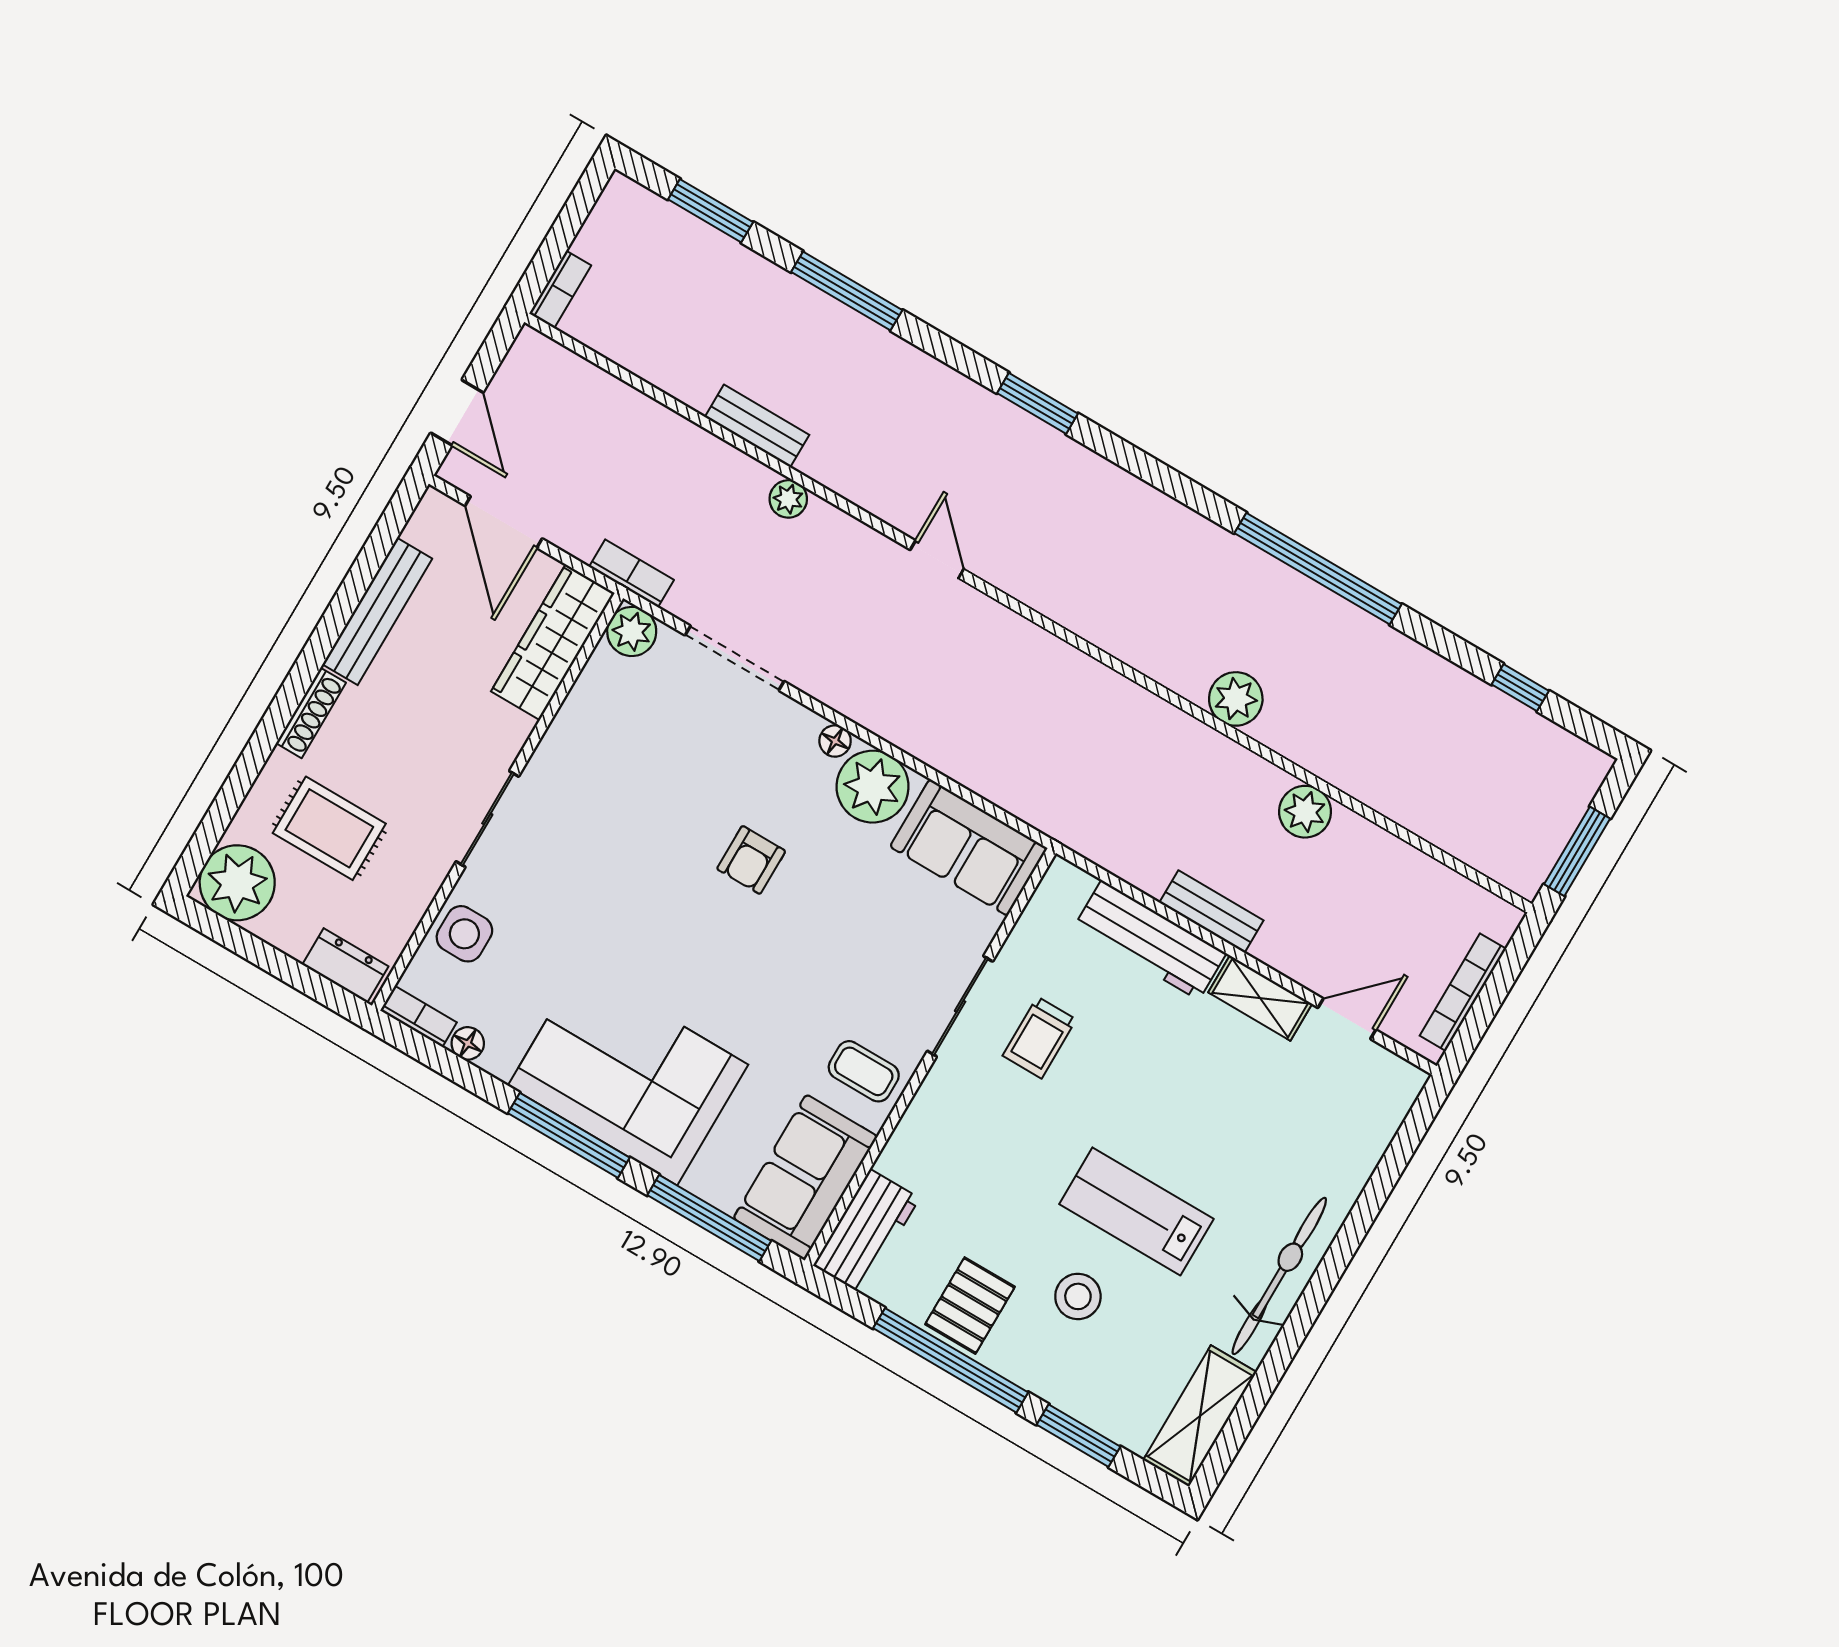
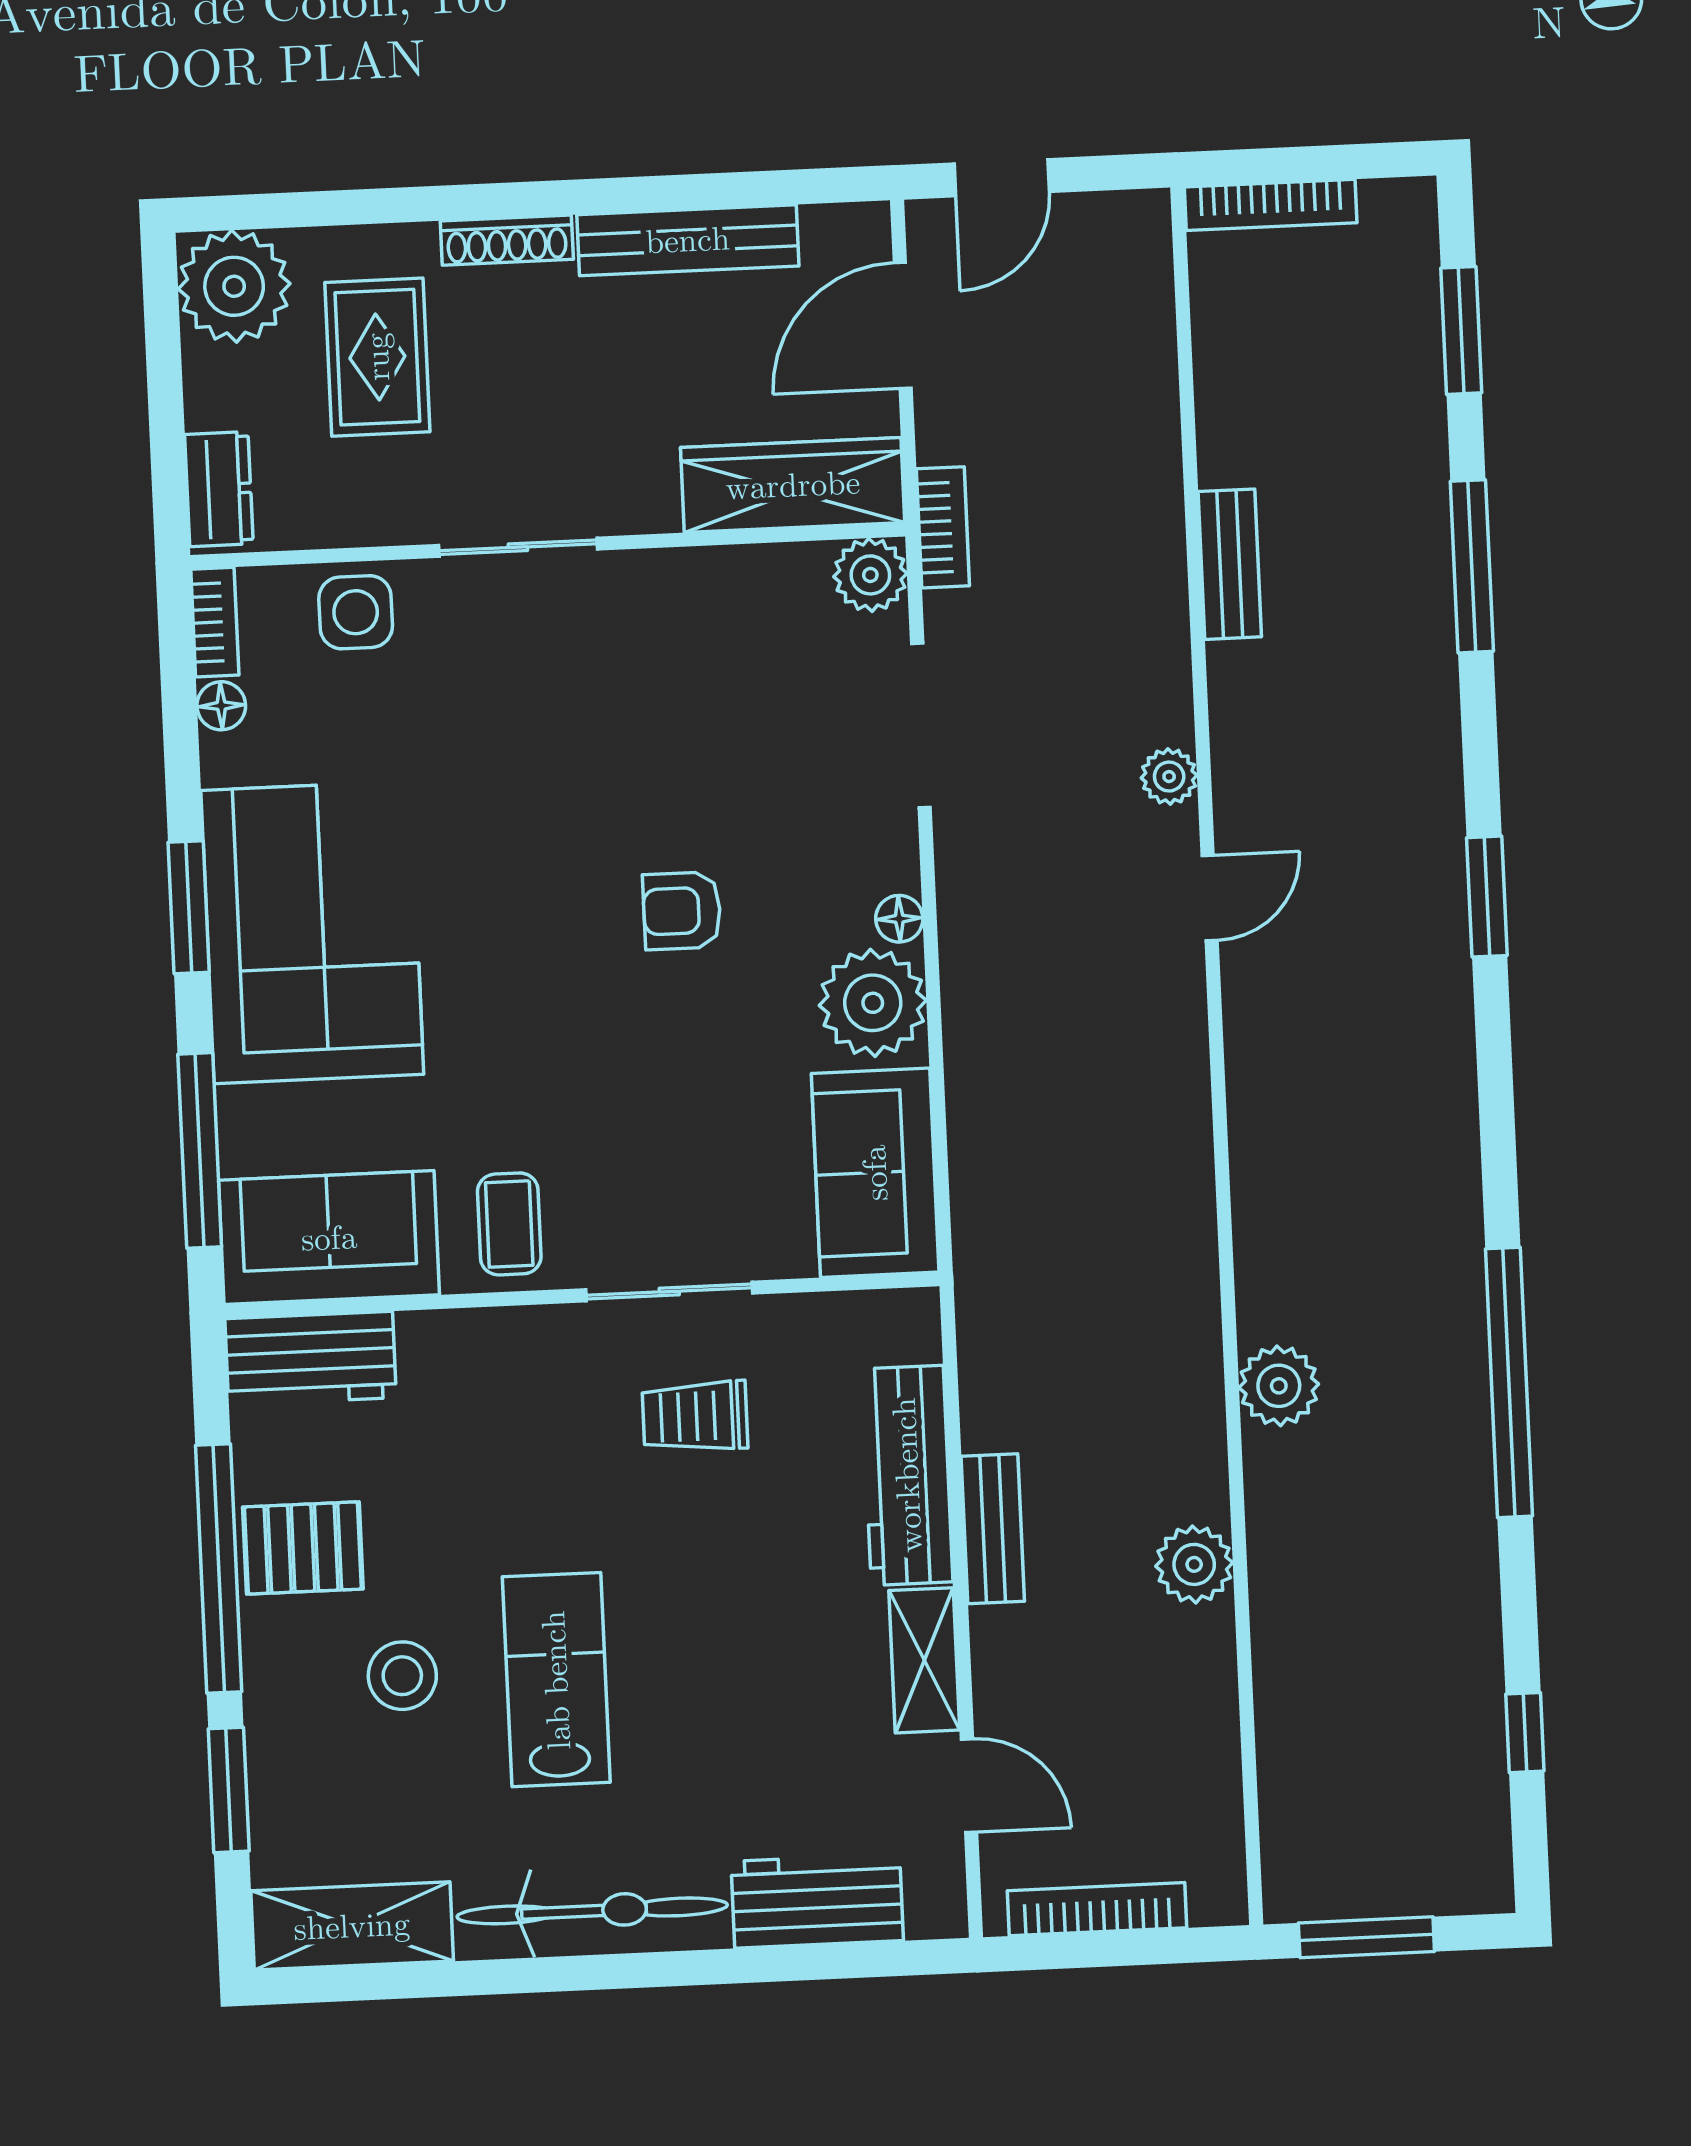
bookcase: (560, 289) -> (1271, 205), width x1.56
plant: (788, 499) -> (1169, 777), moved
window: (569, 1135) -> (189, 907), width x0.69
workbench: (1356, 1146) -> (817, 1901), added

